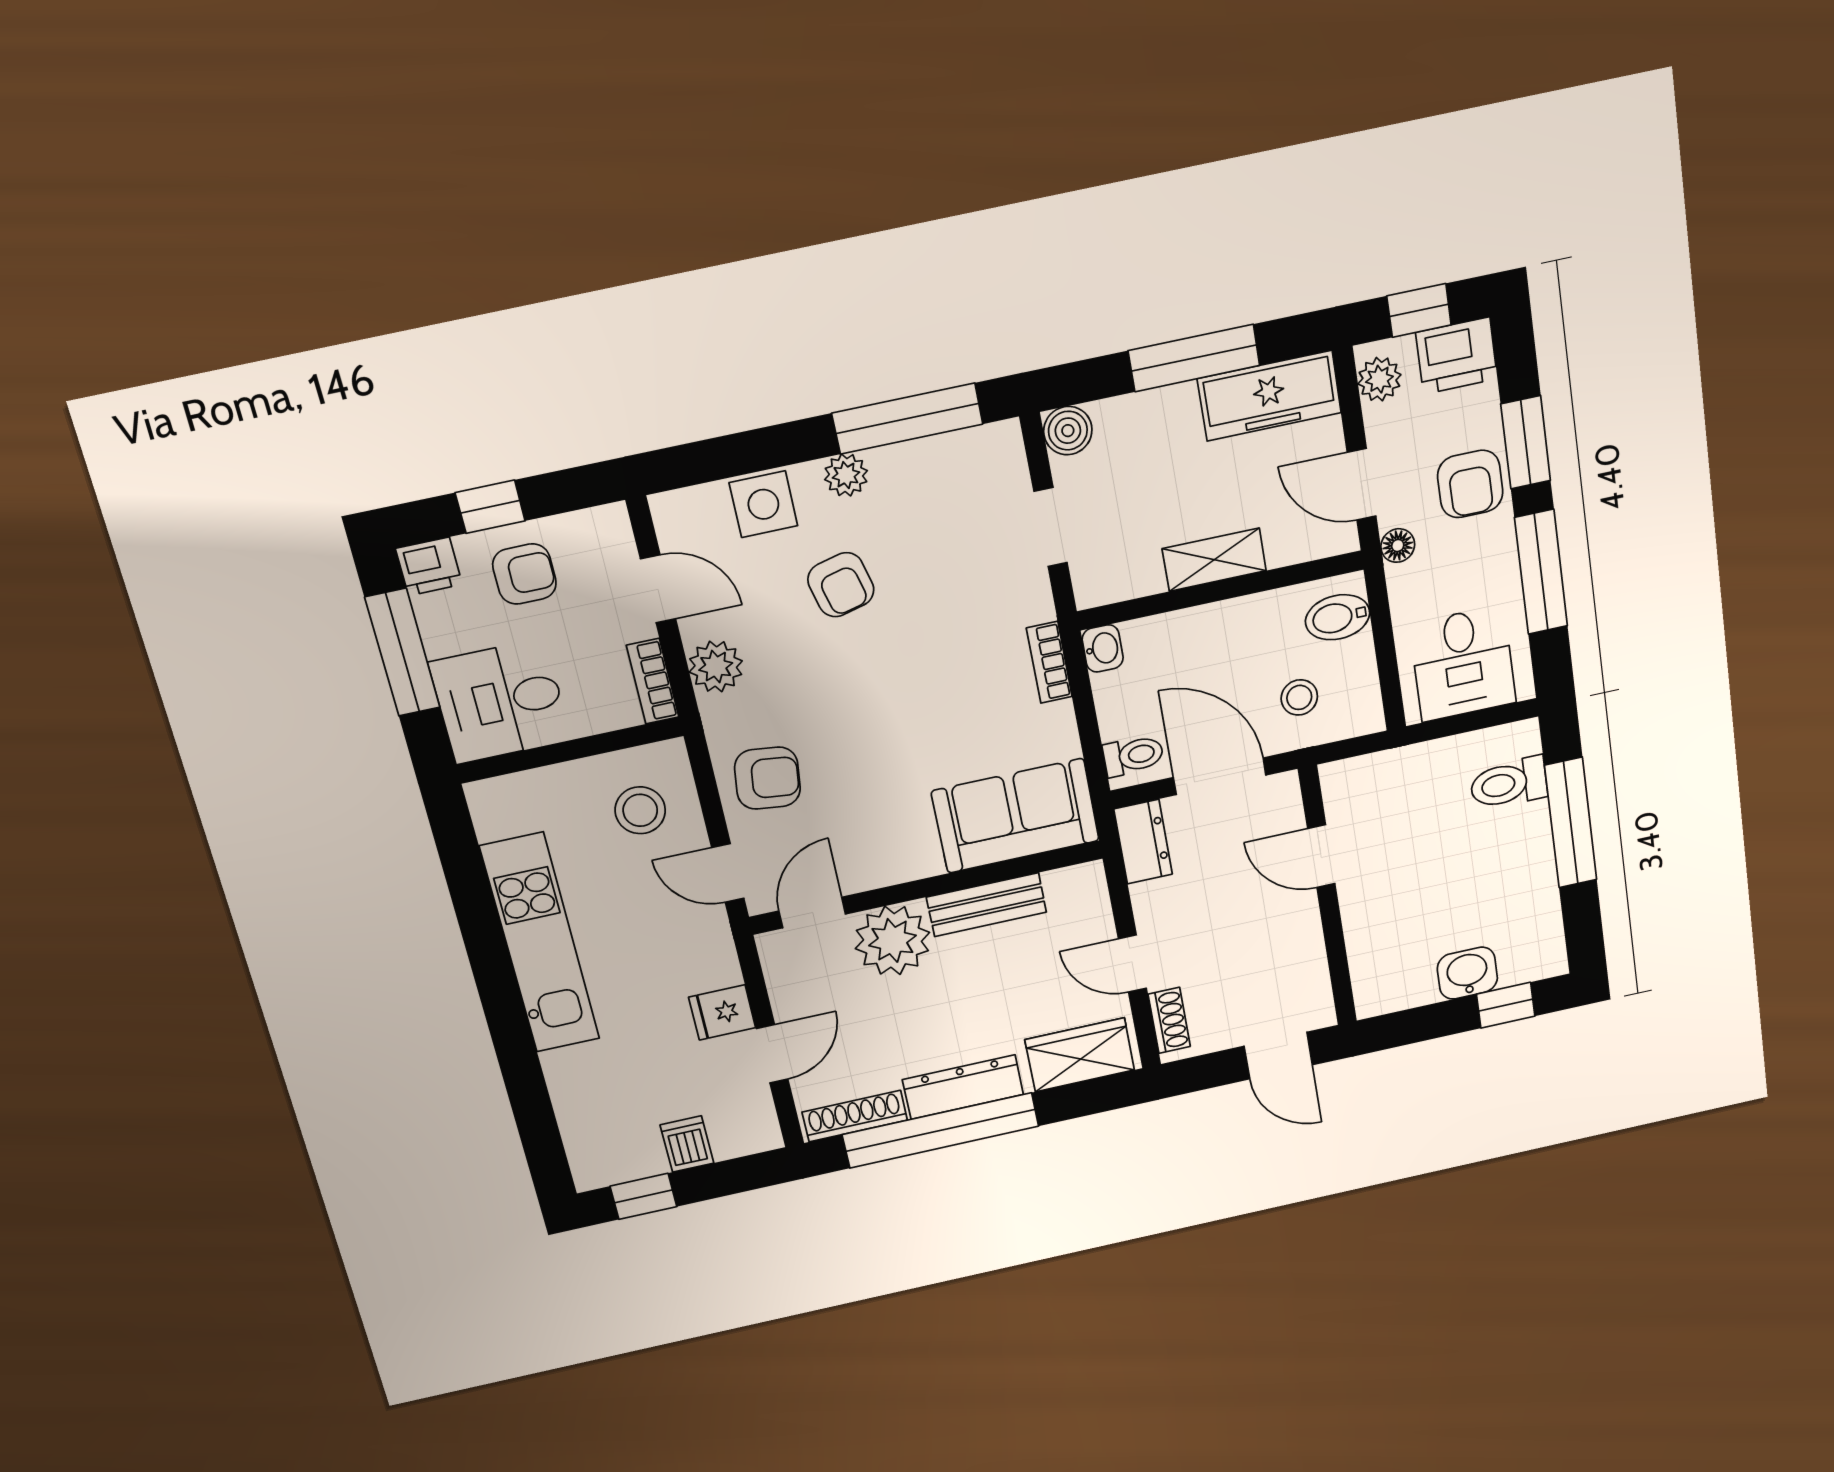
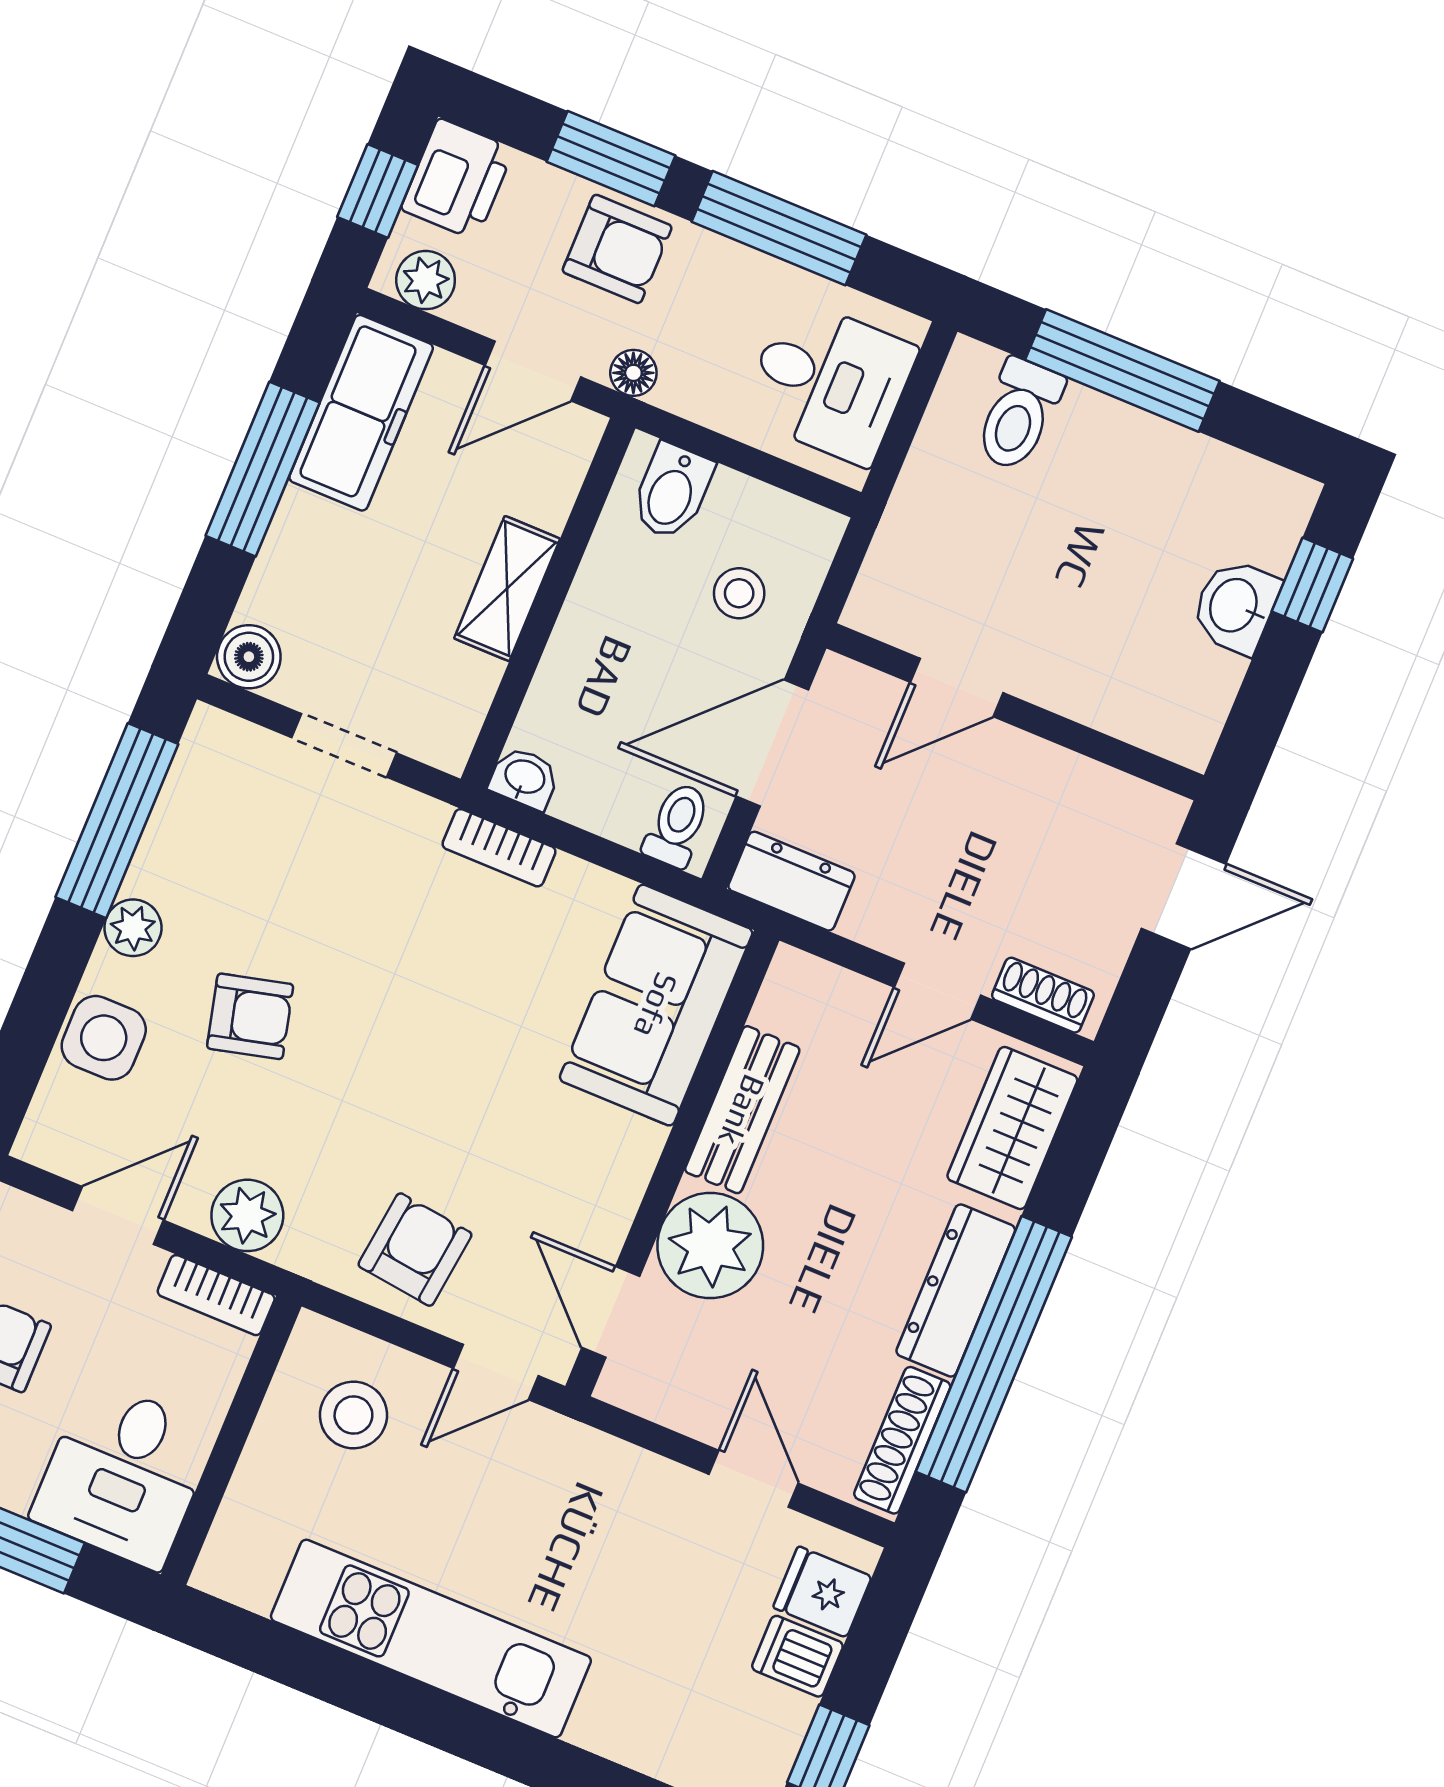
fridge: (722, 1012) -> (822, 1592), moved, turned 90

